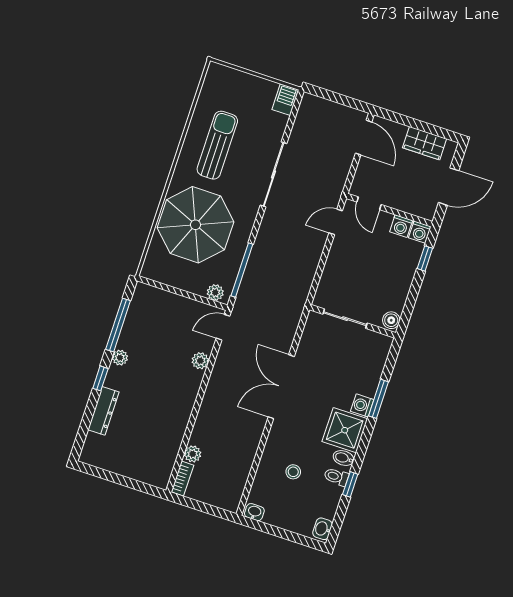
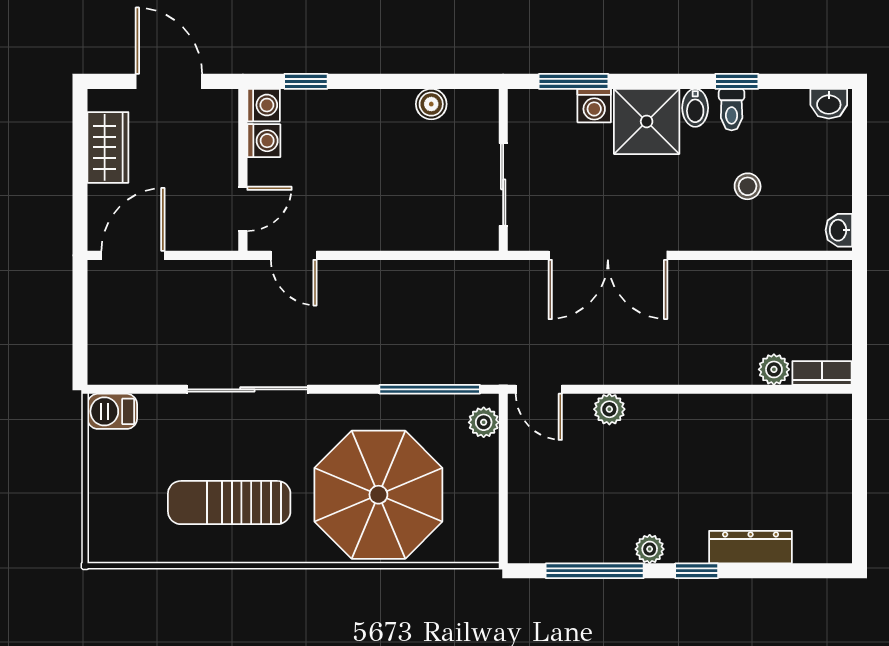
sliding door: (345, 319) -> (503, 184), moved
wall: (353, 321) -> (503, 170), moved

